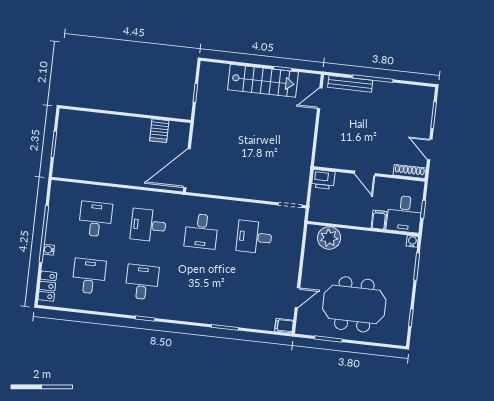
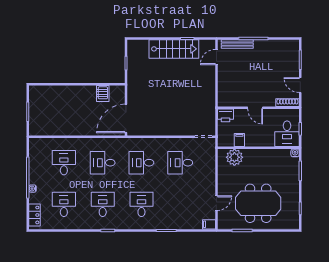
filing cabinet: (379, 220) -> (239, 140), moved
desk: (201, 231) -> (141, 163), turned 90
desk: (195, 288) -> (141, 204), added

